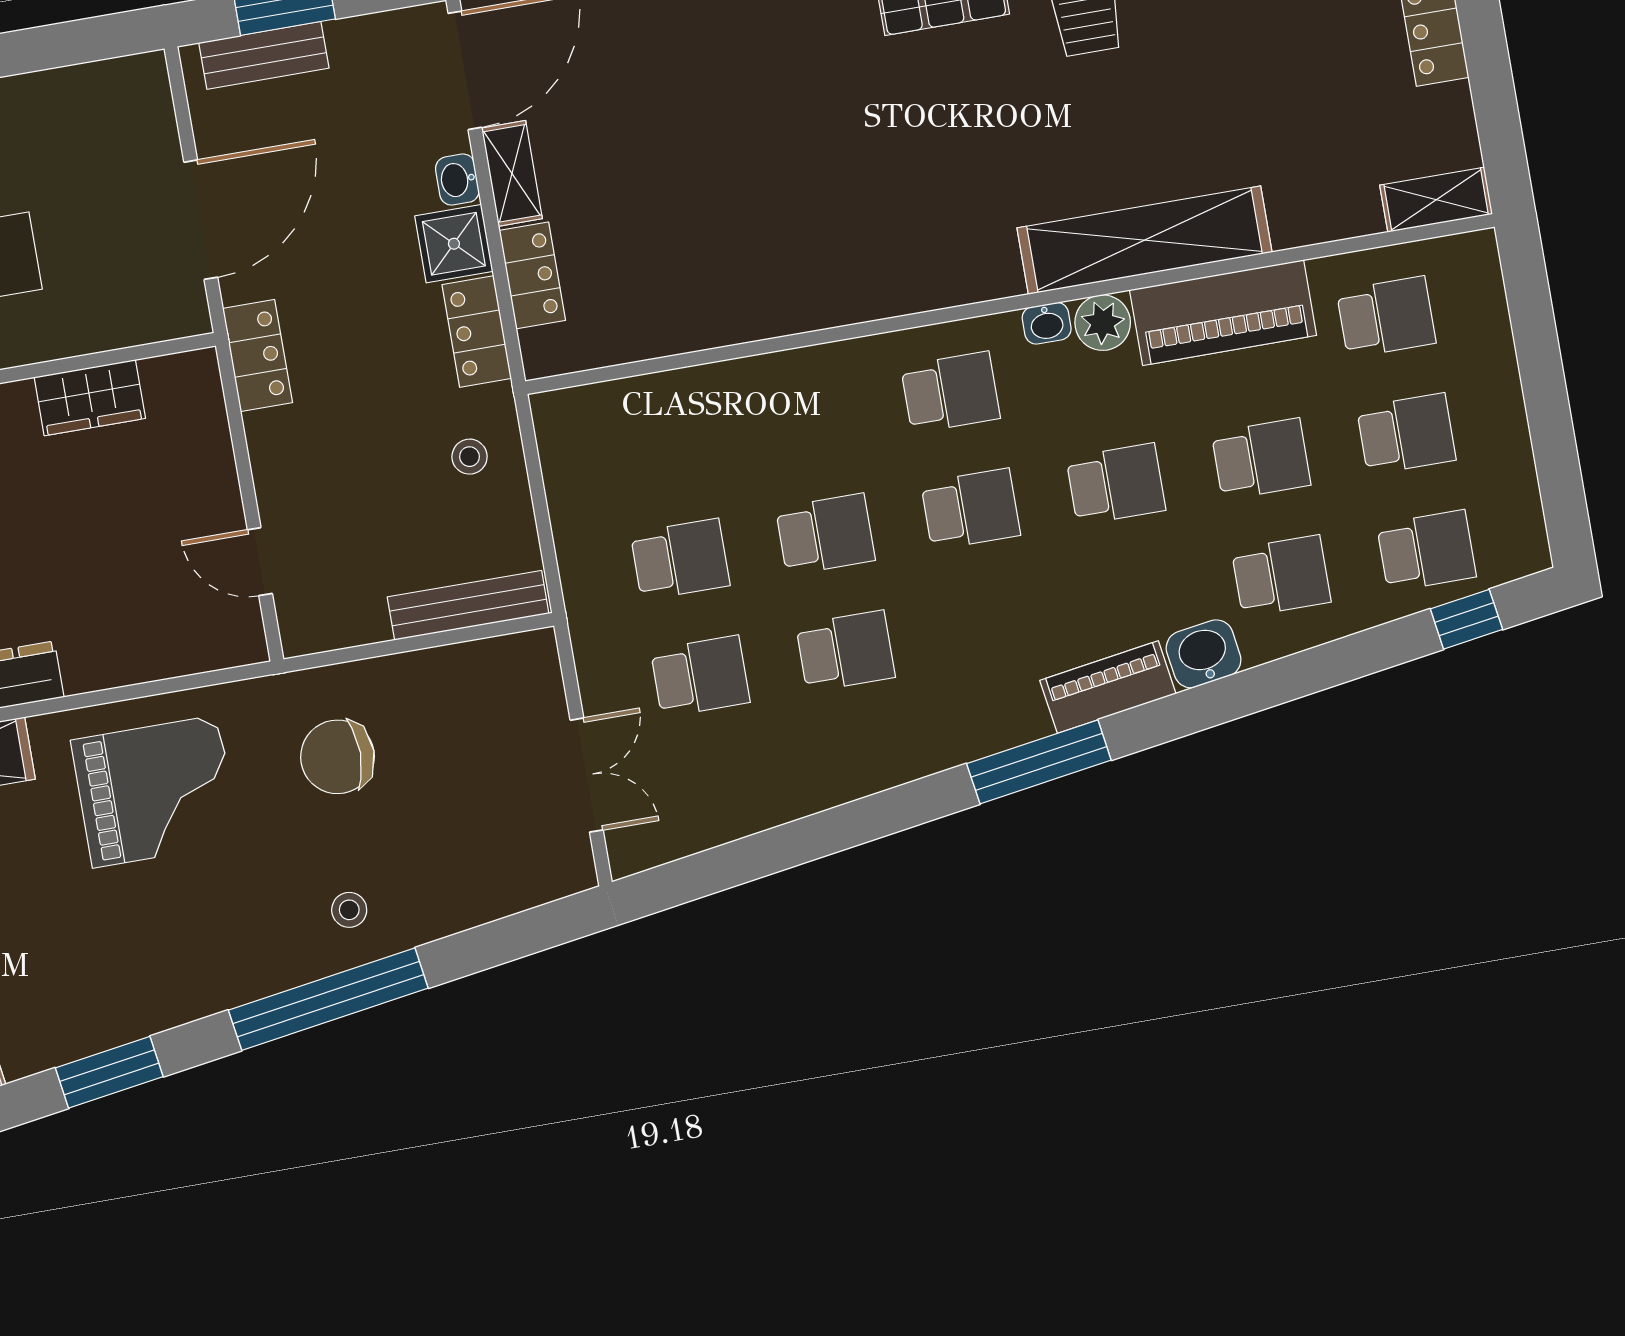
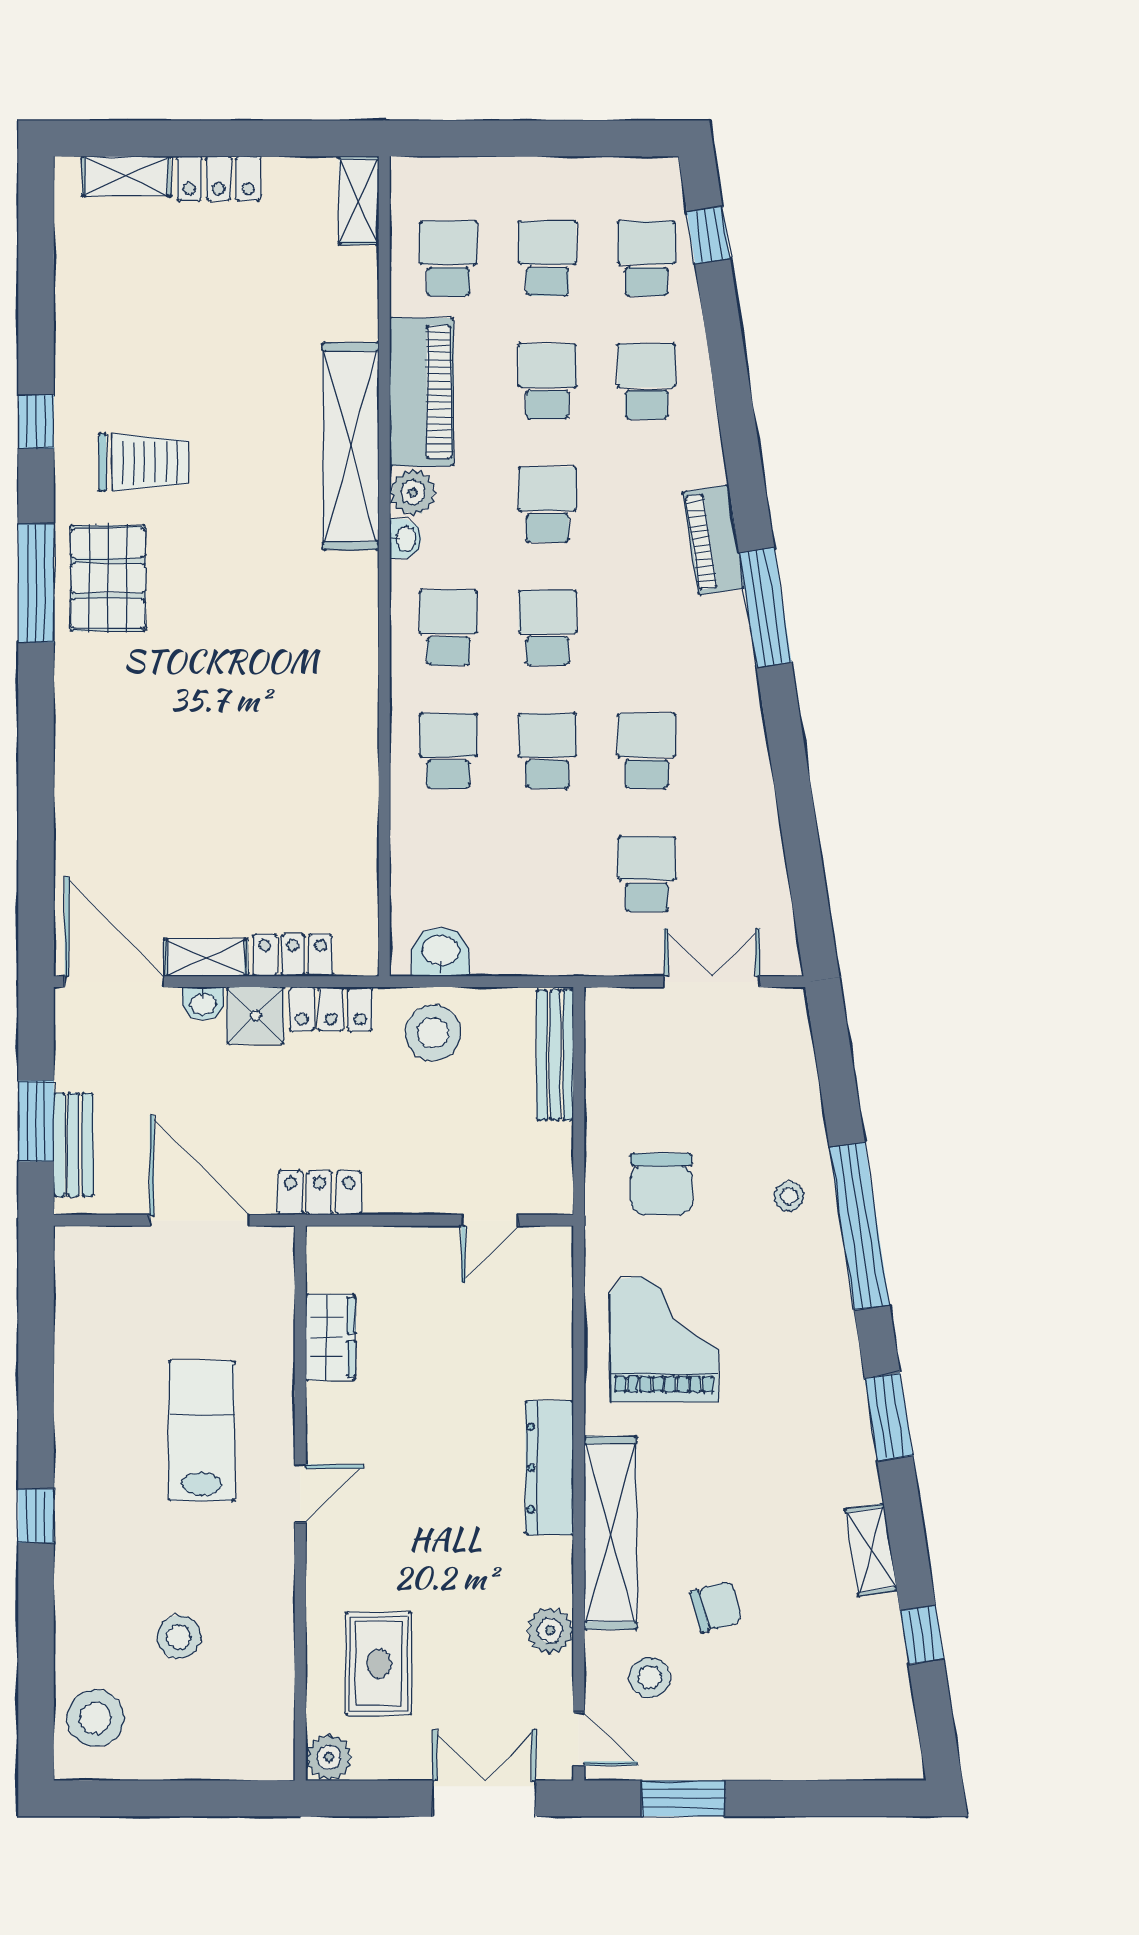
stool: (470, 457) -> (433, 1033), width x1.89, depth x1.89
school desk: (680, 559) -> (448, 751), moved
washbasin: (1204, 654) -> (441, 952), moved, turned 99

